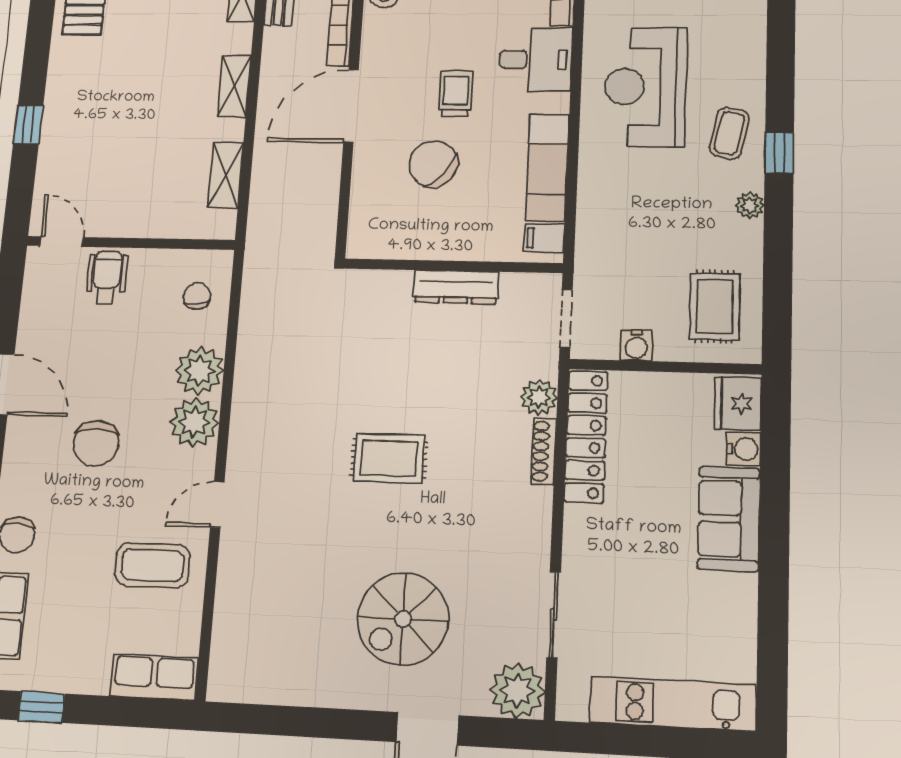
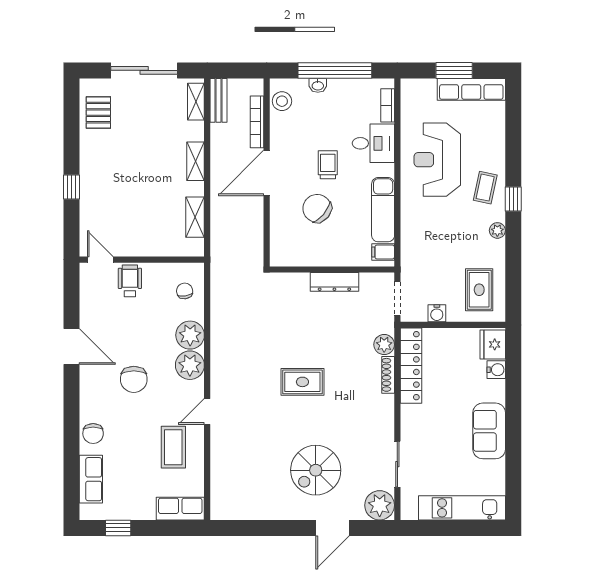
sofa: (729, 519) -> (489, 431), moved
coffee table: (152, 565) -> (173, 447), turned 90

